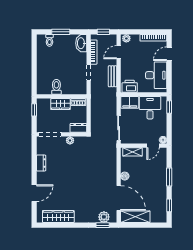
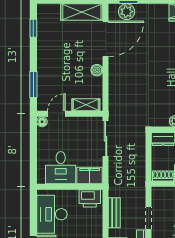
window: (169, 107) -> (33, 169), removed
window: (169, 177) -> (33, 84), moved
door: (119, 198) -> (106, 39), swing flipped

